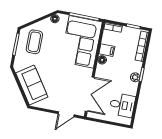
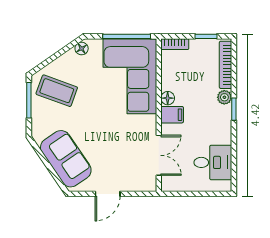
coffee table: (34, 42) -> (57, 91), turned -70
filing cabinet: (107, 50) -> (172, 115), moved
plant: (135, 77) -> (224, 97), moved
double door: (90, 94) -> (159, 155), width x0.73
door: (66, 114) -> (108, 194), moved

